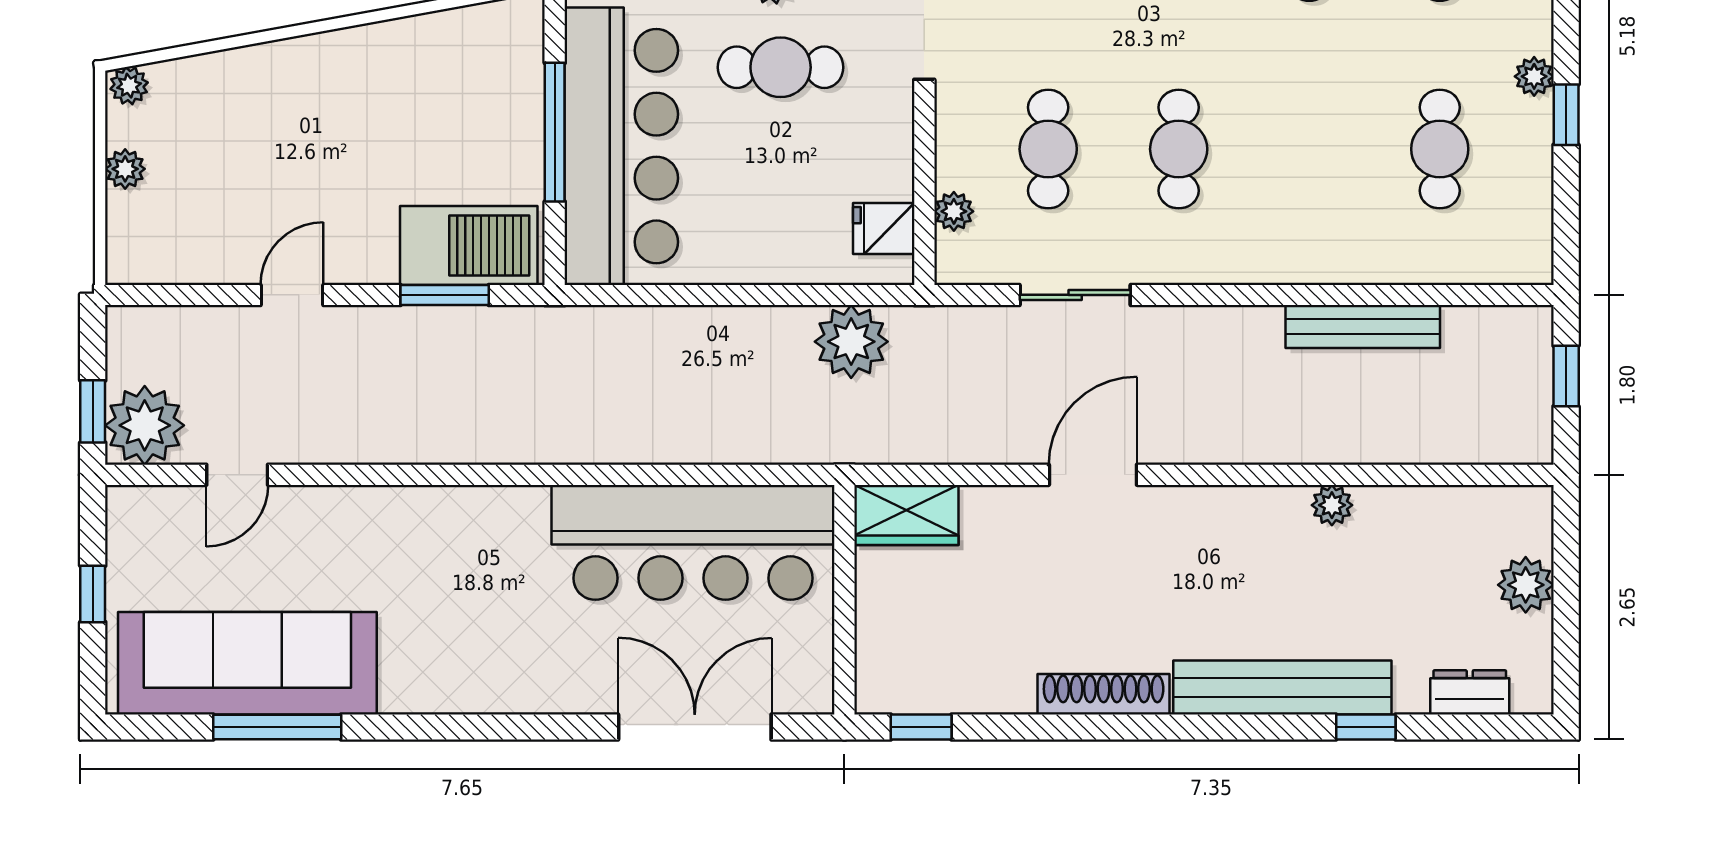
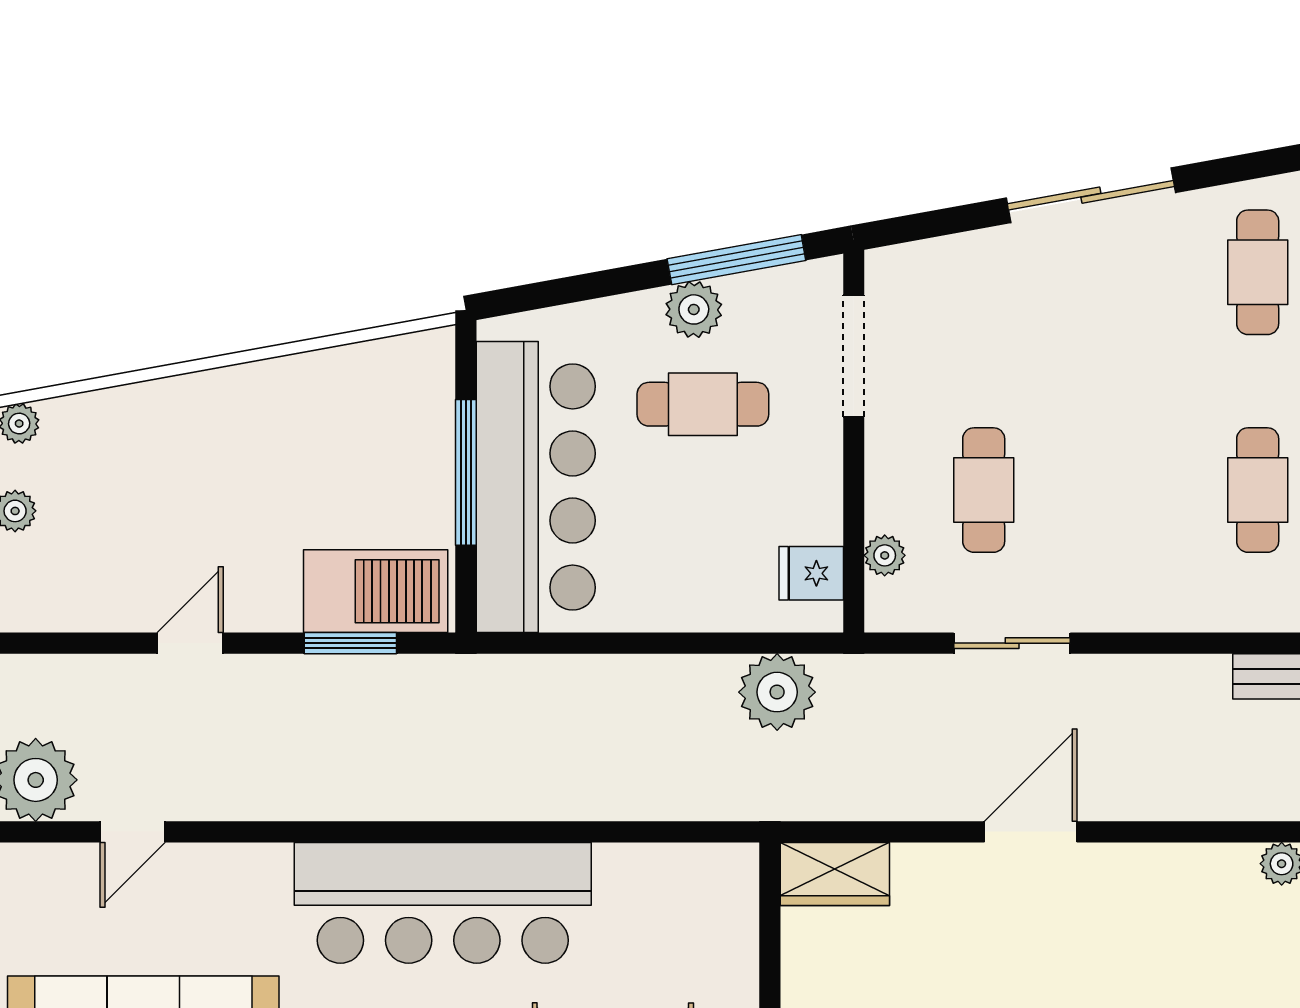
cafe table: (1179, 149) -> (1258, 490), moved
bar counter: (693, 542) -> (443, 903), moved

